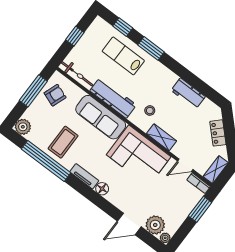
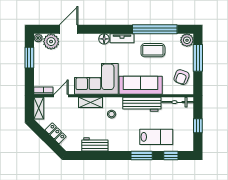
window: (33, 91) -> (198, 58), moved
coffee table: (63, 142) -> (153, 50), turned 90
window: (200, 209) -> (29, 58), moved

